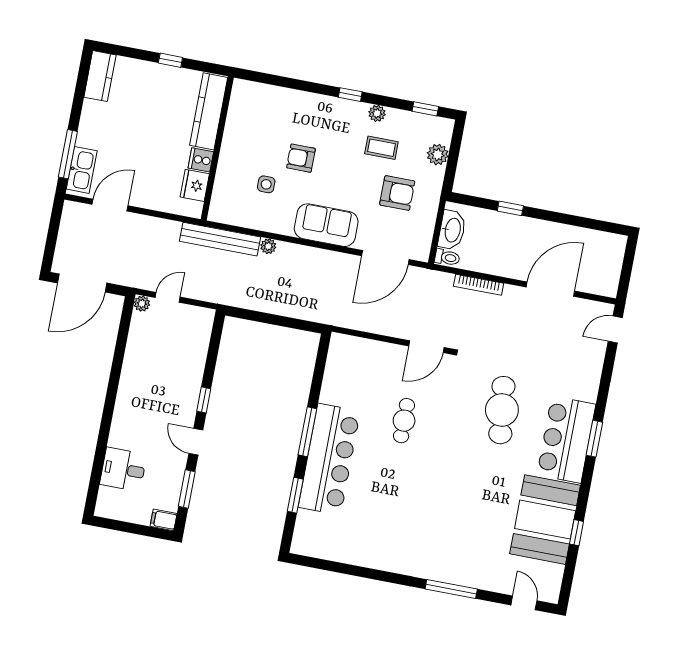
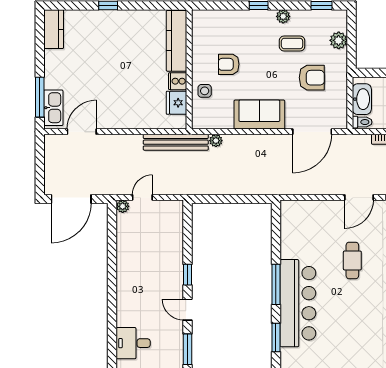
kitchen counter: (209, 111) -> (176, 41), moved
wall: (217, 148) -> (189, 69), moved
cooker: (201, 160) -> (178, 81), moved
fridge: (195, 185) -> (177, 103), moved

